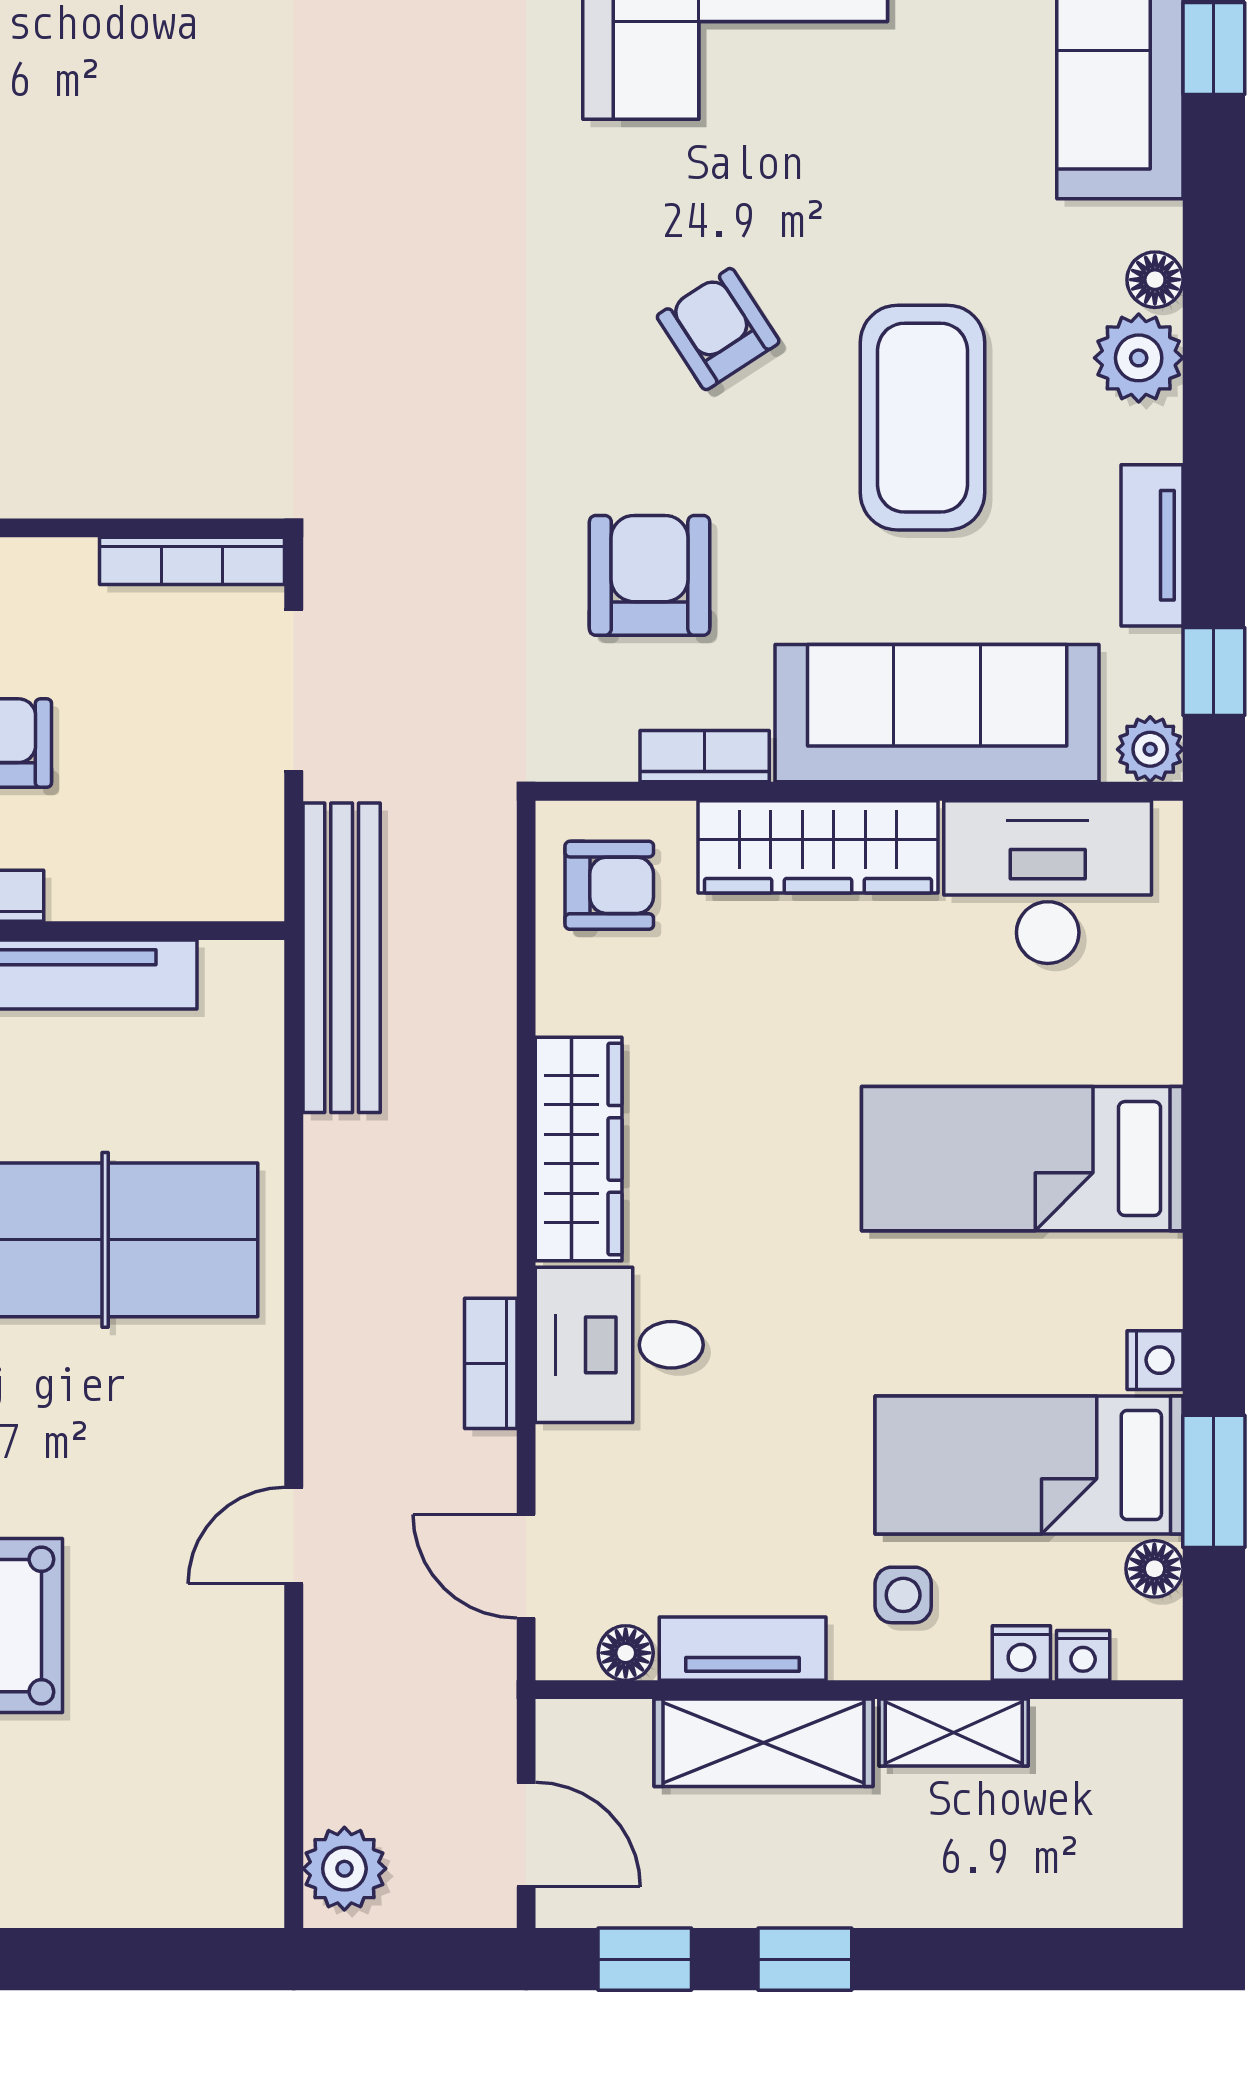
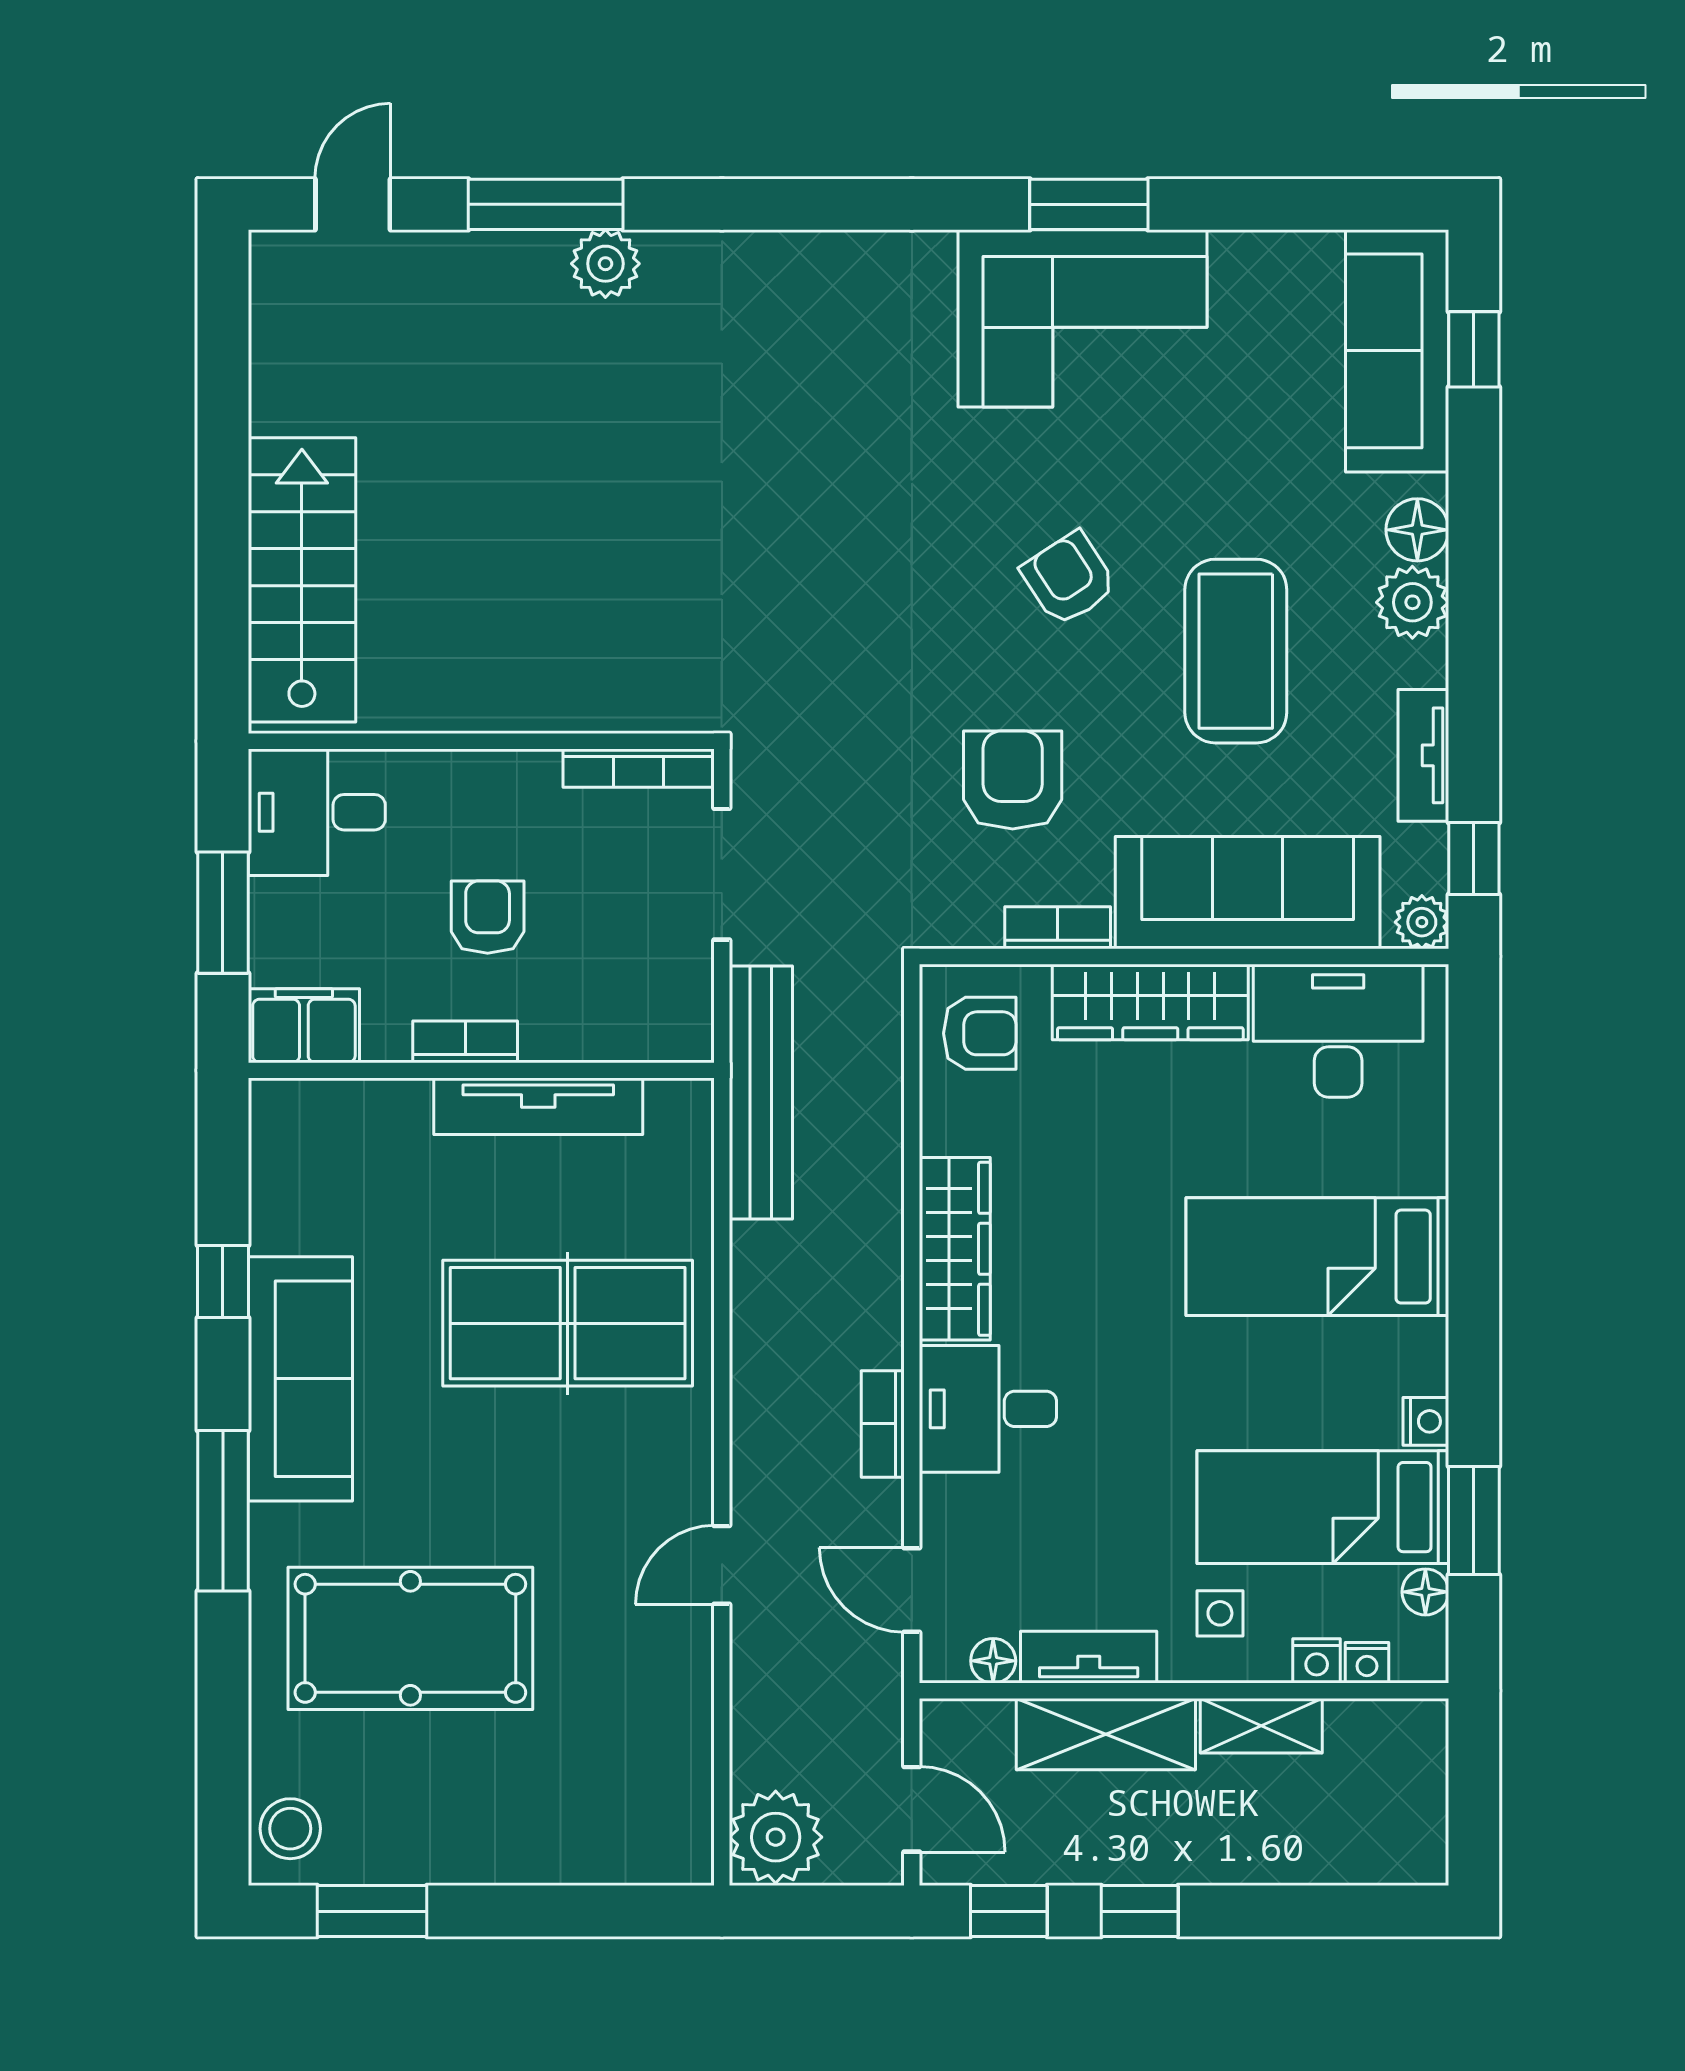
floor lamp: (1155, 280) -> (1417, 530), width x1.37, depth x1.37
plant: (344, 1869) -> (776, 1837), width x1.36, depth x1.36

